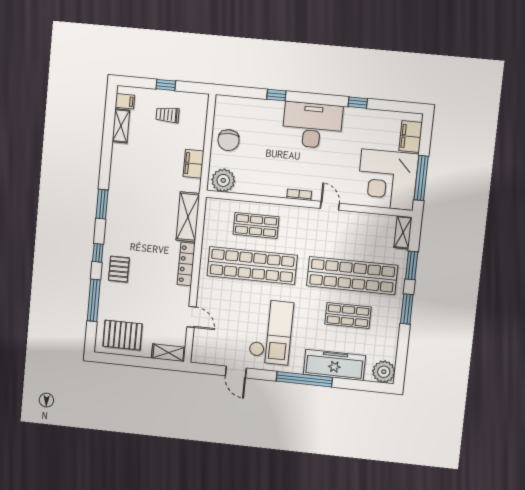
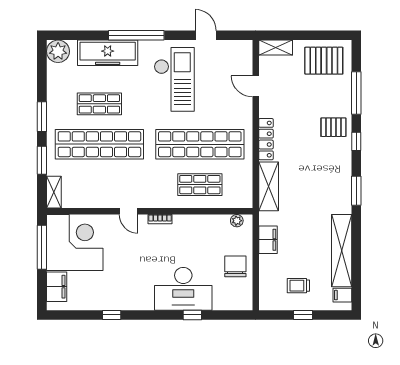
trolley: (168, 115) -> (298, 286), turned 180
desk: (312, 125) -> (183, 289), moved
shelving: (121, 126) -> (342, 251), width x2.20, depth x1.33
plant: (223, 180) -> (237, 221), width x0.53, depth x0.53
pallet: (119, 269) -> (333, 127), turned 90
checkout: (271, 332) -> (174, 79), turned 180

